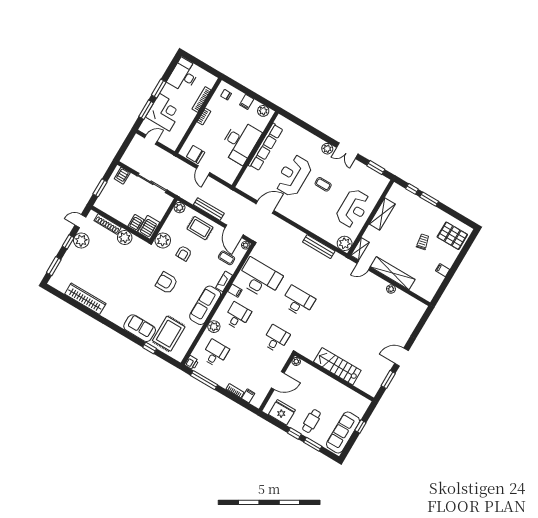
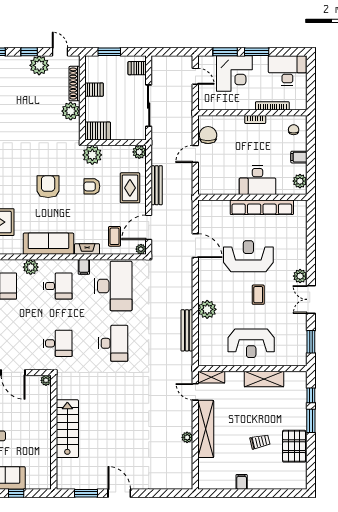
desk: (240, 142) -> (257, 180), width x0.73, depth x0.77
server rack: (136, 223) -> (94, 90), moved
pallet: (452, 236) -> (294, 446), moved
plant: (345, 243) -> (207, 309), moved

